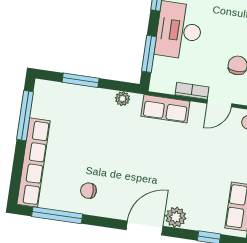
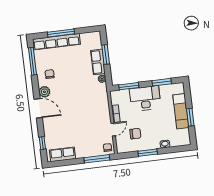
door: (219, 103) -> (113, 130), swing flipped
row of seats: (165, 109) -> (98, 62), moved
window: (25, 116) -> (61, 33), moved
plant: (176, 217) -> (44, 92), moved

